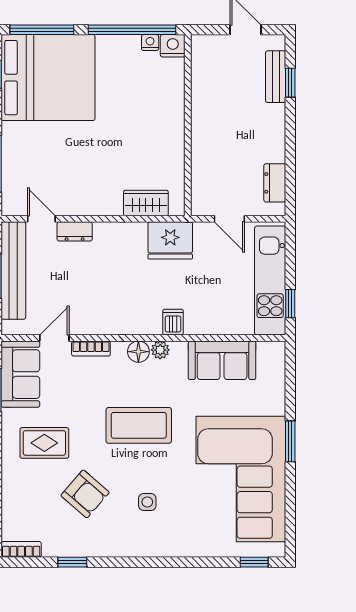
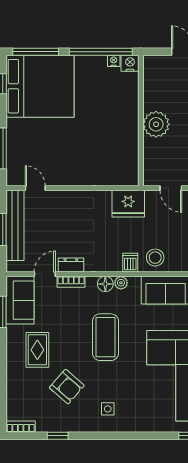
plant: (209, 130) -> (156, 124), added
wardrobe: (146, 203) -> (111, 177), removed
dresser: (75, 231) -> (71, 265), moved, turned 180
stool: (208, 315) -> (155, 258), added
coffee table: (139, 425) -> (105, 337), turned 90
rug: (44, 443) -> (37, 350), turned 90
side table: (147, 502) -> (108, 409), moved

